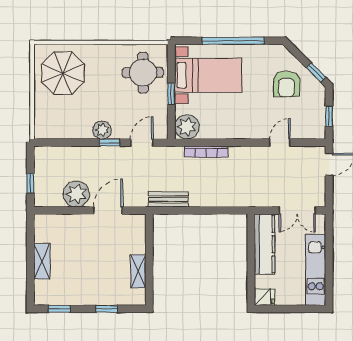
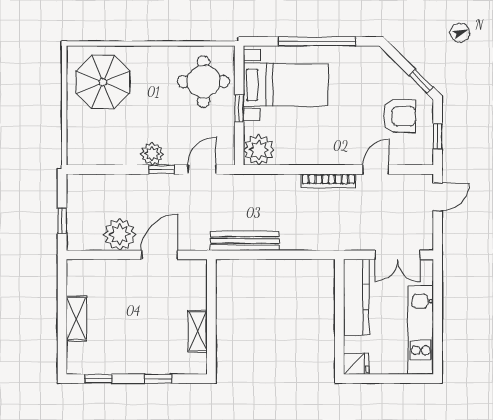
armchair: (286, 84) -> (399, 116), moved, turned -90
bookcase: (206, 152) -> (328, 181), moved
bench: (168, 199) -> (245, 241), width x1.36

